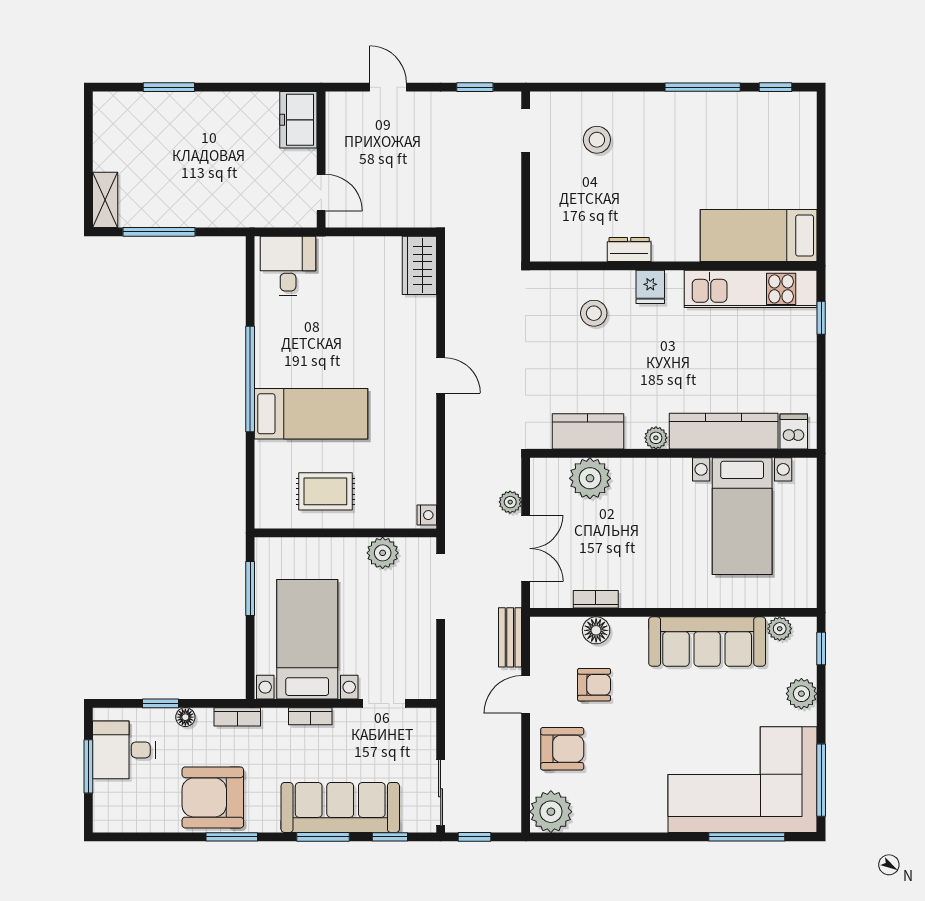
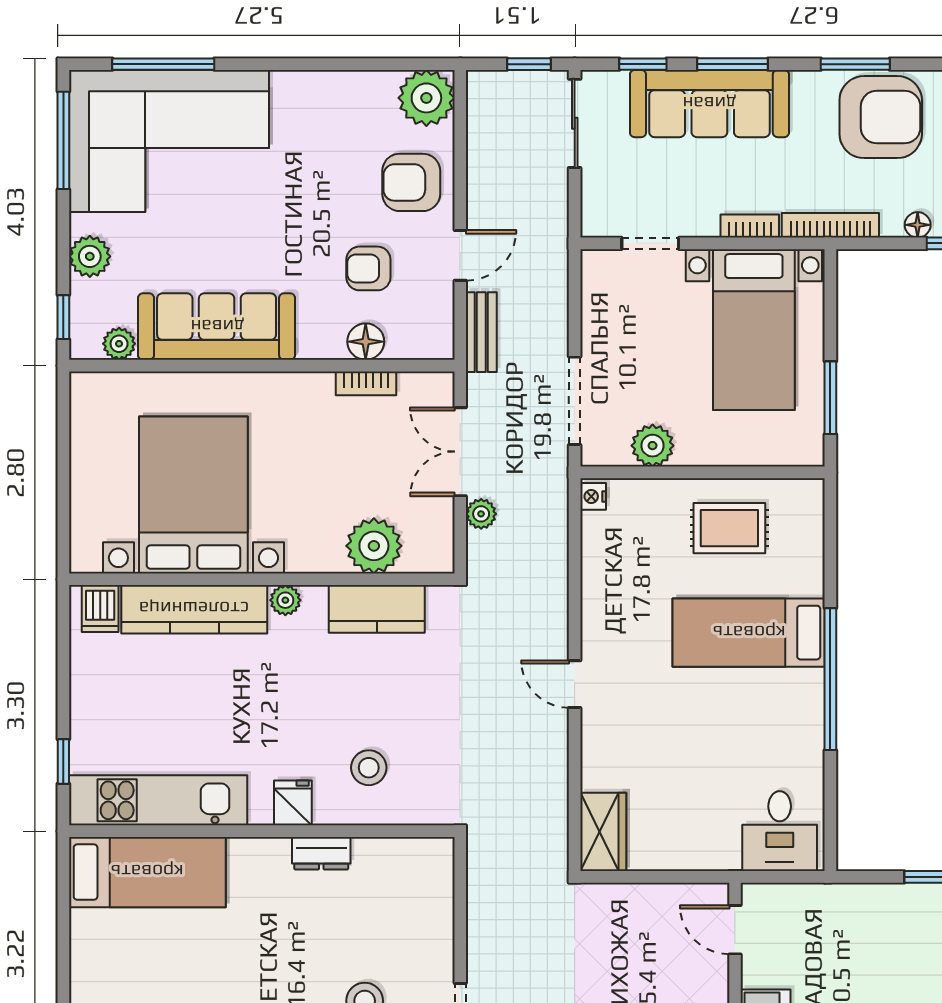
bed with nightstands: (742, 516) -> (193, 495), width x1.36
bookcase: (237, 717) -> (830, 225), width x1.56

